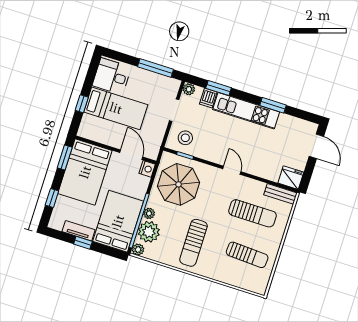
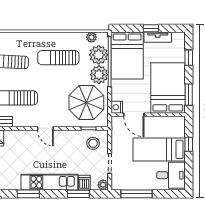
plant: (149, 213) -> (99, 75), width x1.88, depth x1.88
sun lounger: (193, 243) -> (58, 58), turned -90
plant: (138, 250) -> (91, 37), moved

